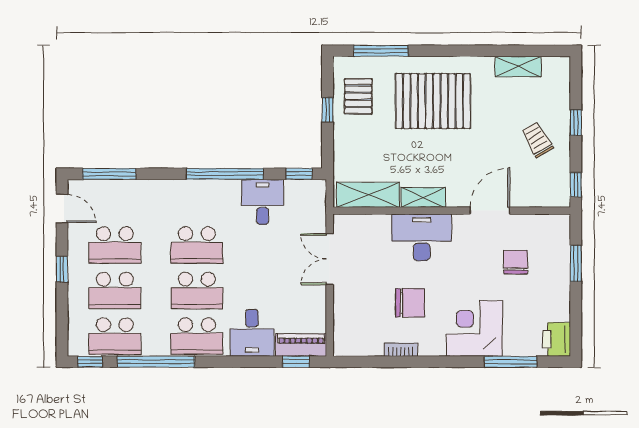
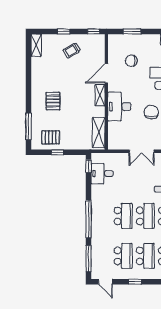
shelving: (518, 66) -> (36, 45), moved
pallet: (433, 101) -> (53, 101), width x0.49, depth x0.50
window: (225, 174) -> (88, 219), moved
shelving: (423, 197) -> (100, 95), moved
desk: (263, 202) -> (102, 174), moved
door: (62, 209) -> (105, 282), swing flipped
door: (490, 211) -> (106, 73), hinge flipped
double door: (330, 259) -> (142, 151), moved

